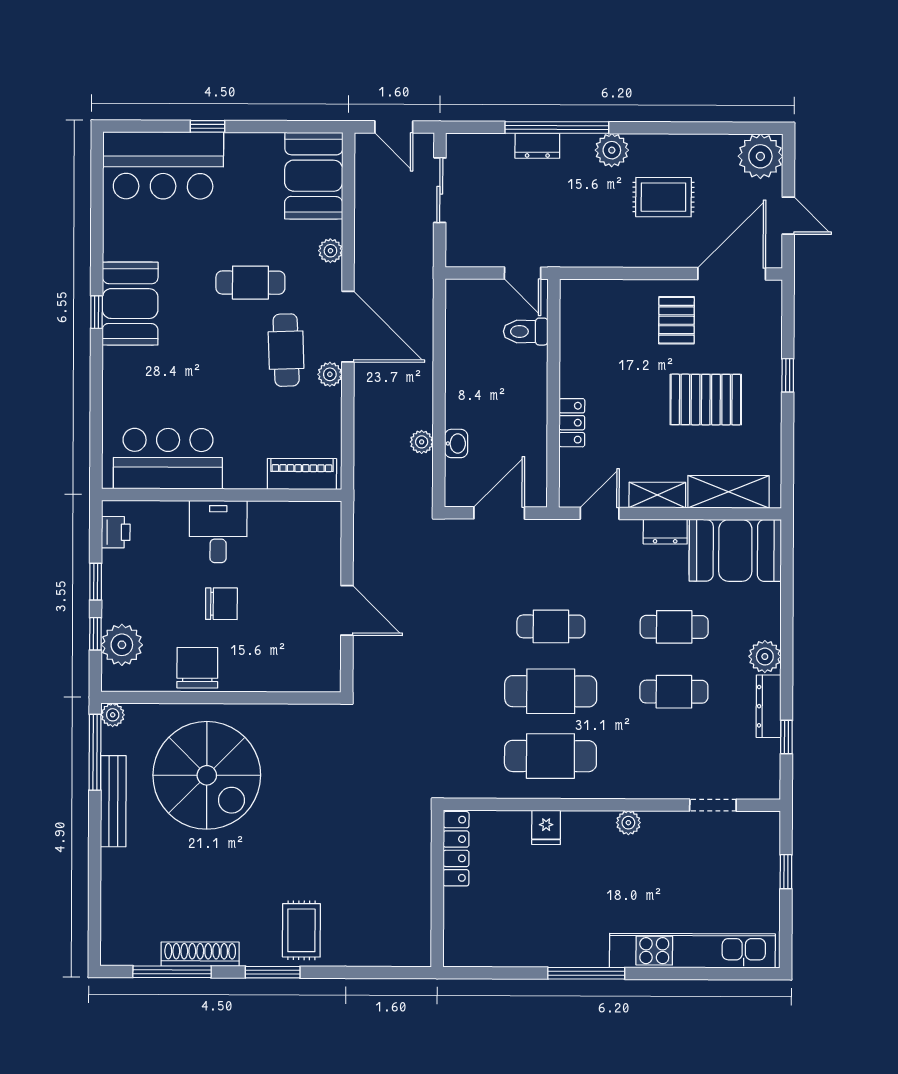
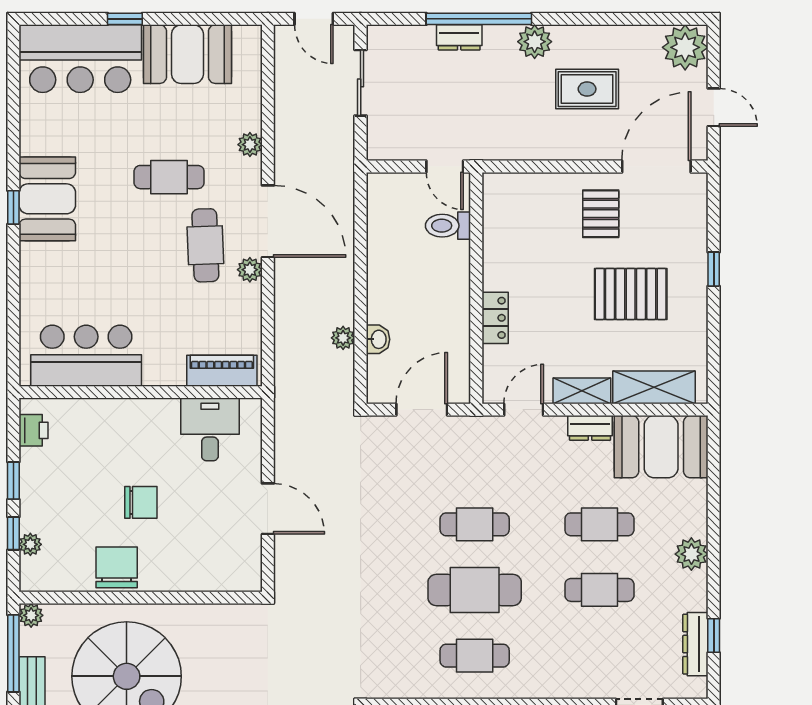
booth: (314, 176) -> (187, 54), moved, turned 90
desk: (218, 532) -> (210, 429), moved
plant: (122, 645) -> (30, 544), width x0.53, depth x0.53
dresser: (769, 706) -> (695, 644), moved
cafe table: (550, 756) -> (475, 656), width x0.73, depth x0.74

